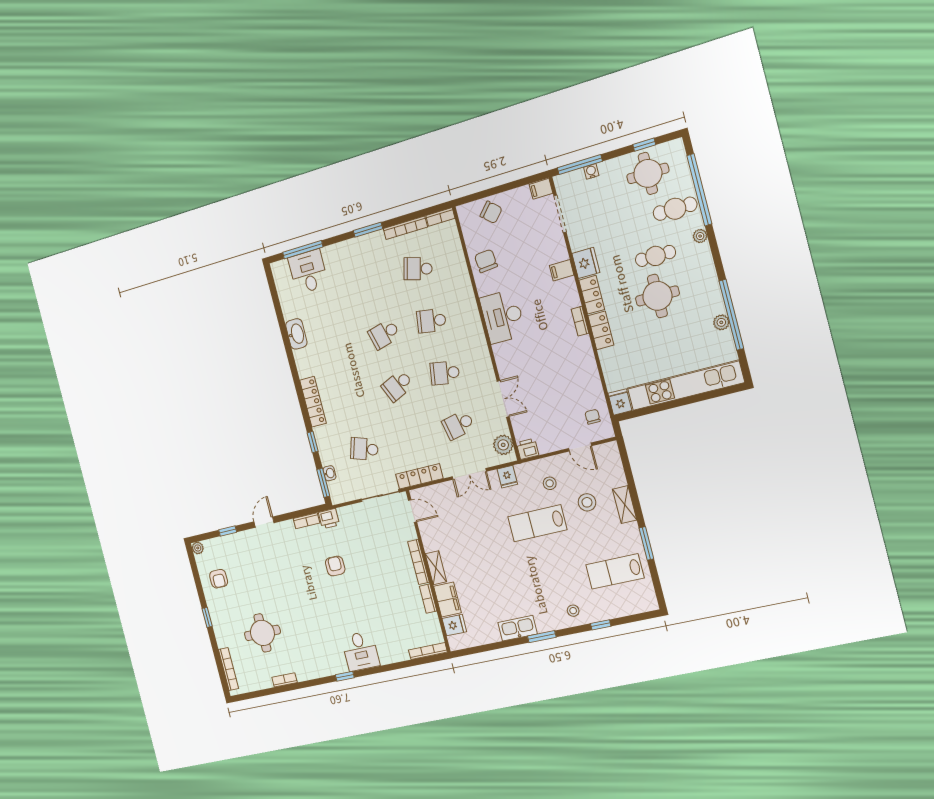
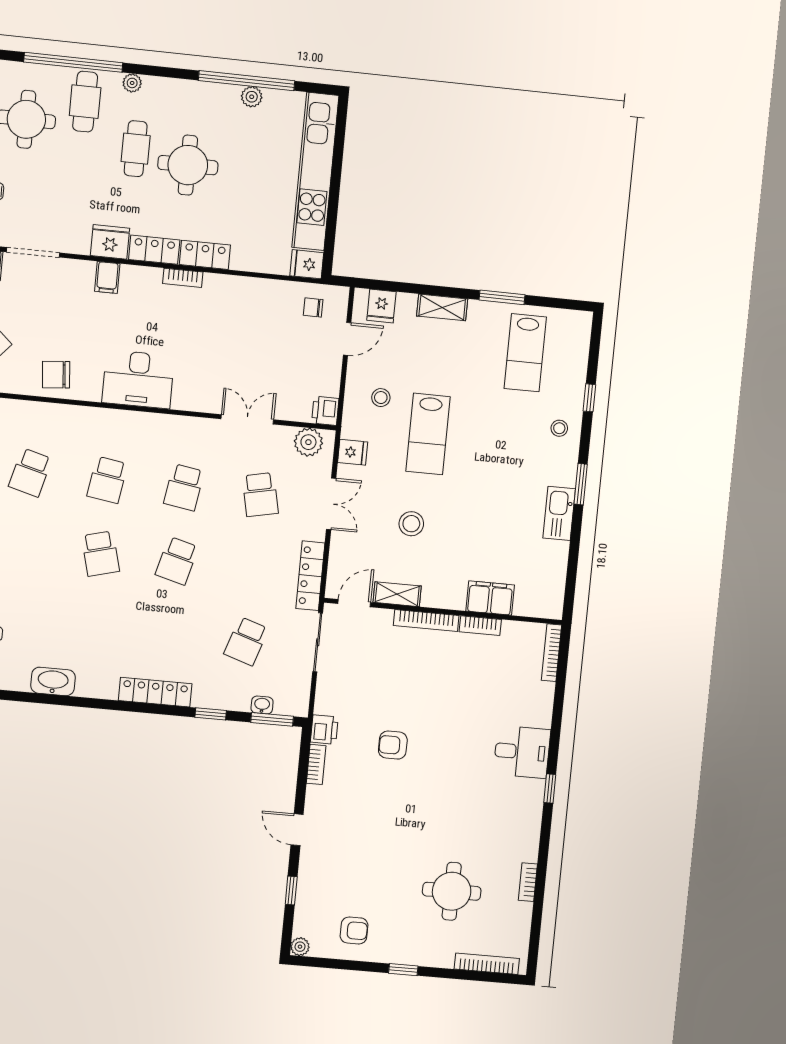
school desk: (397, 386) -> (177, 561), turned 39
stool: (587, 502) -> (411, 524), moved
shelving: (436, 568) -> (397, 594), moved
fridge: (454, 625) -> (381, 306), moved, turned 180

